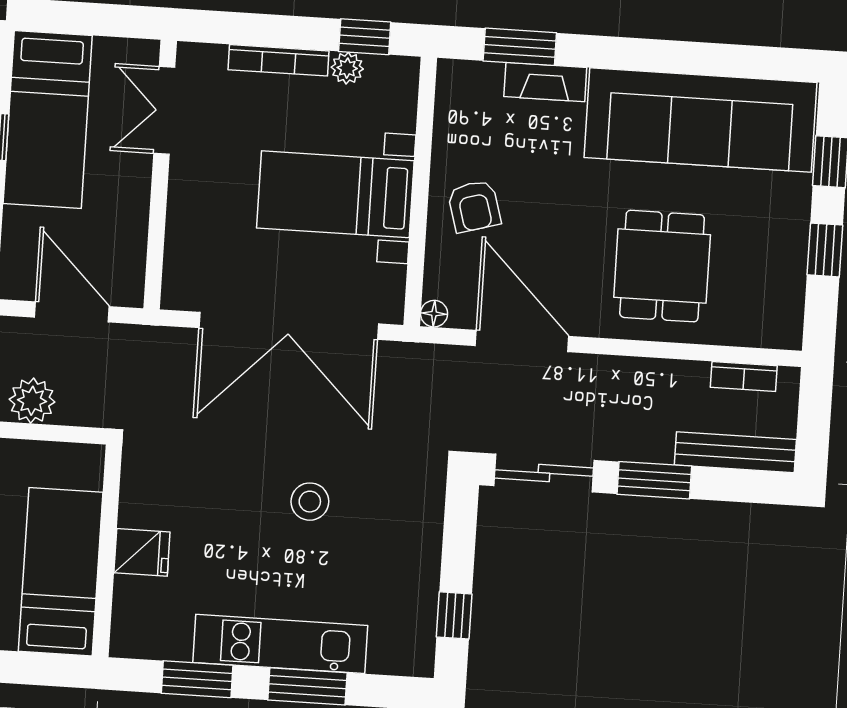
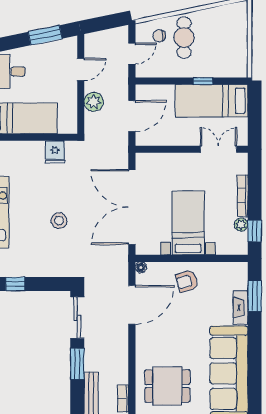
dining table: (662, 266) -> (167, 386), moved
fridge: (142, 552) -> (55, 152), moved

